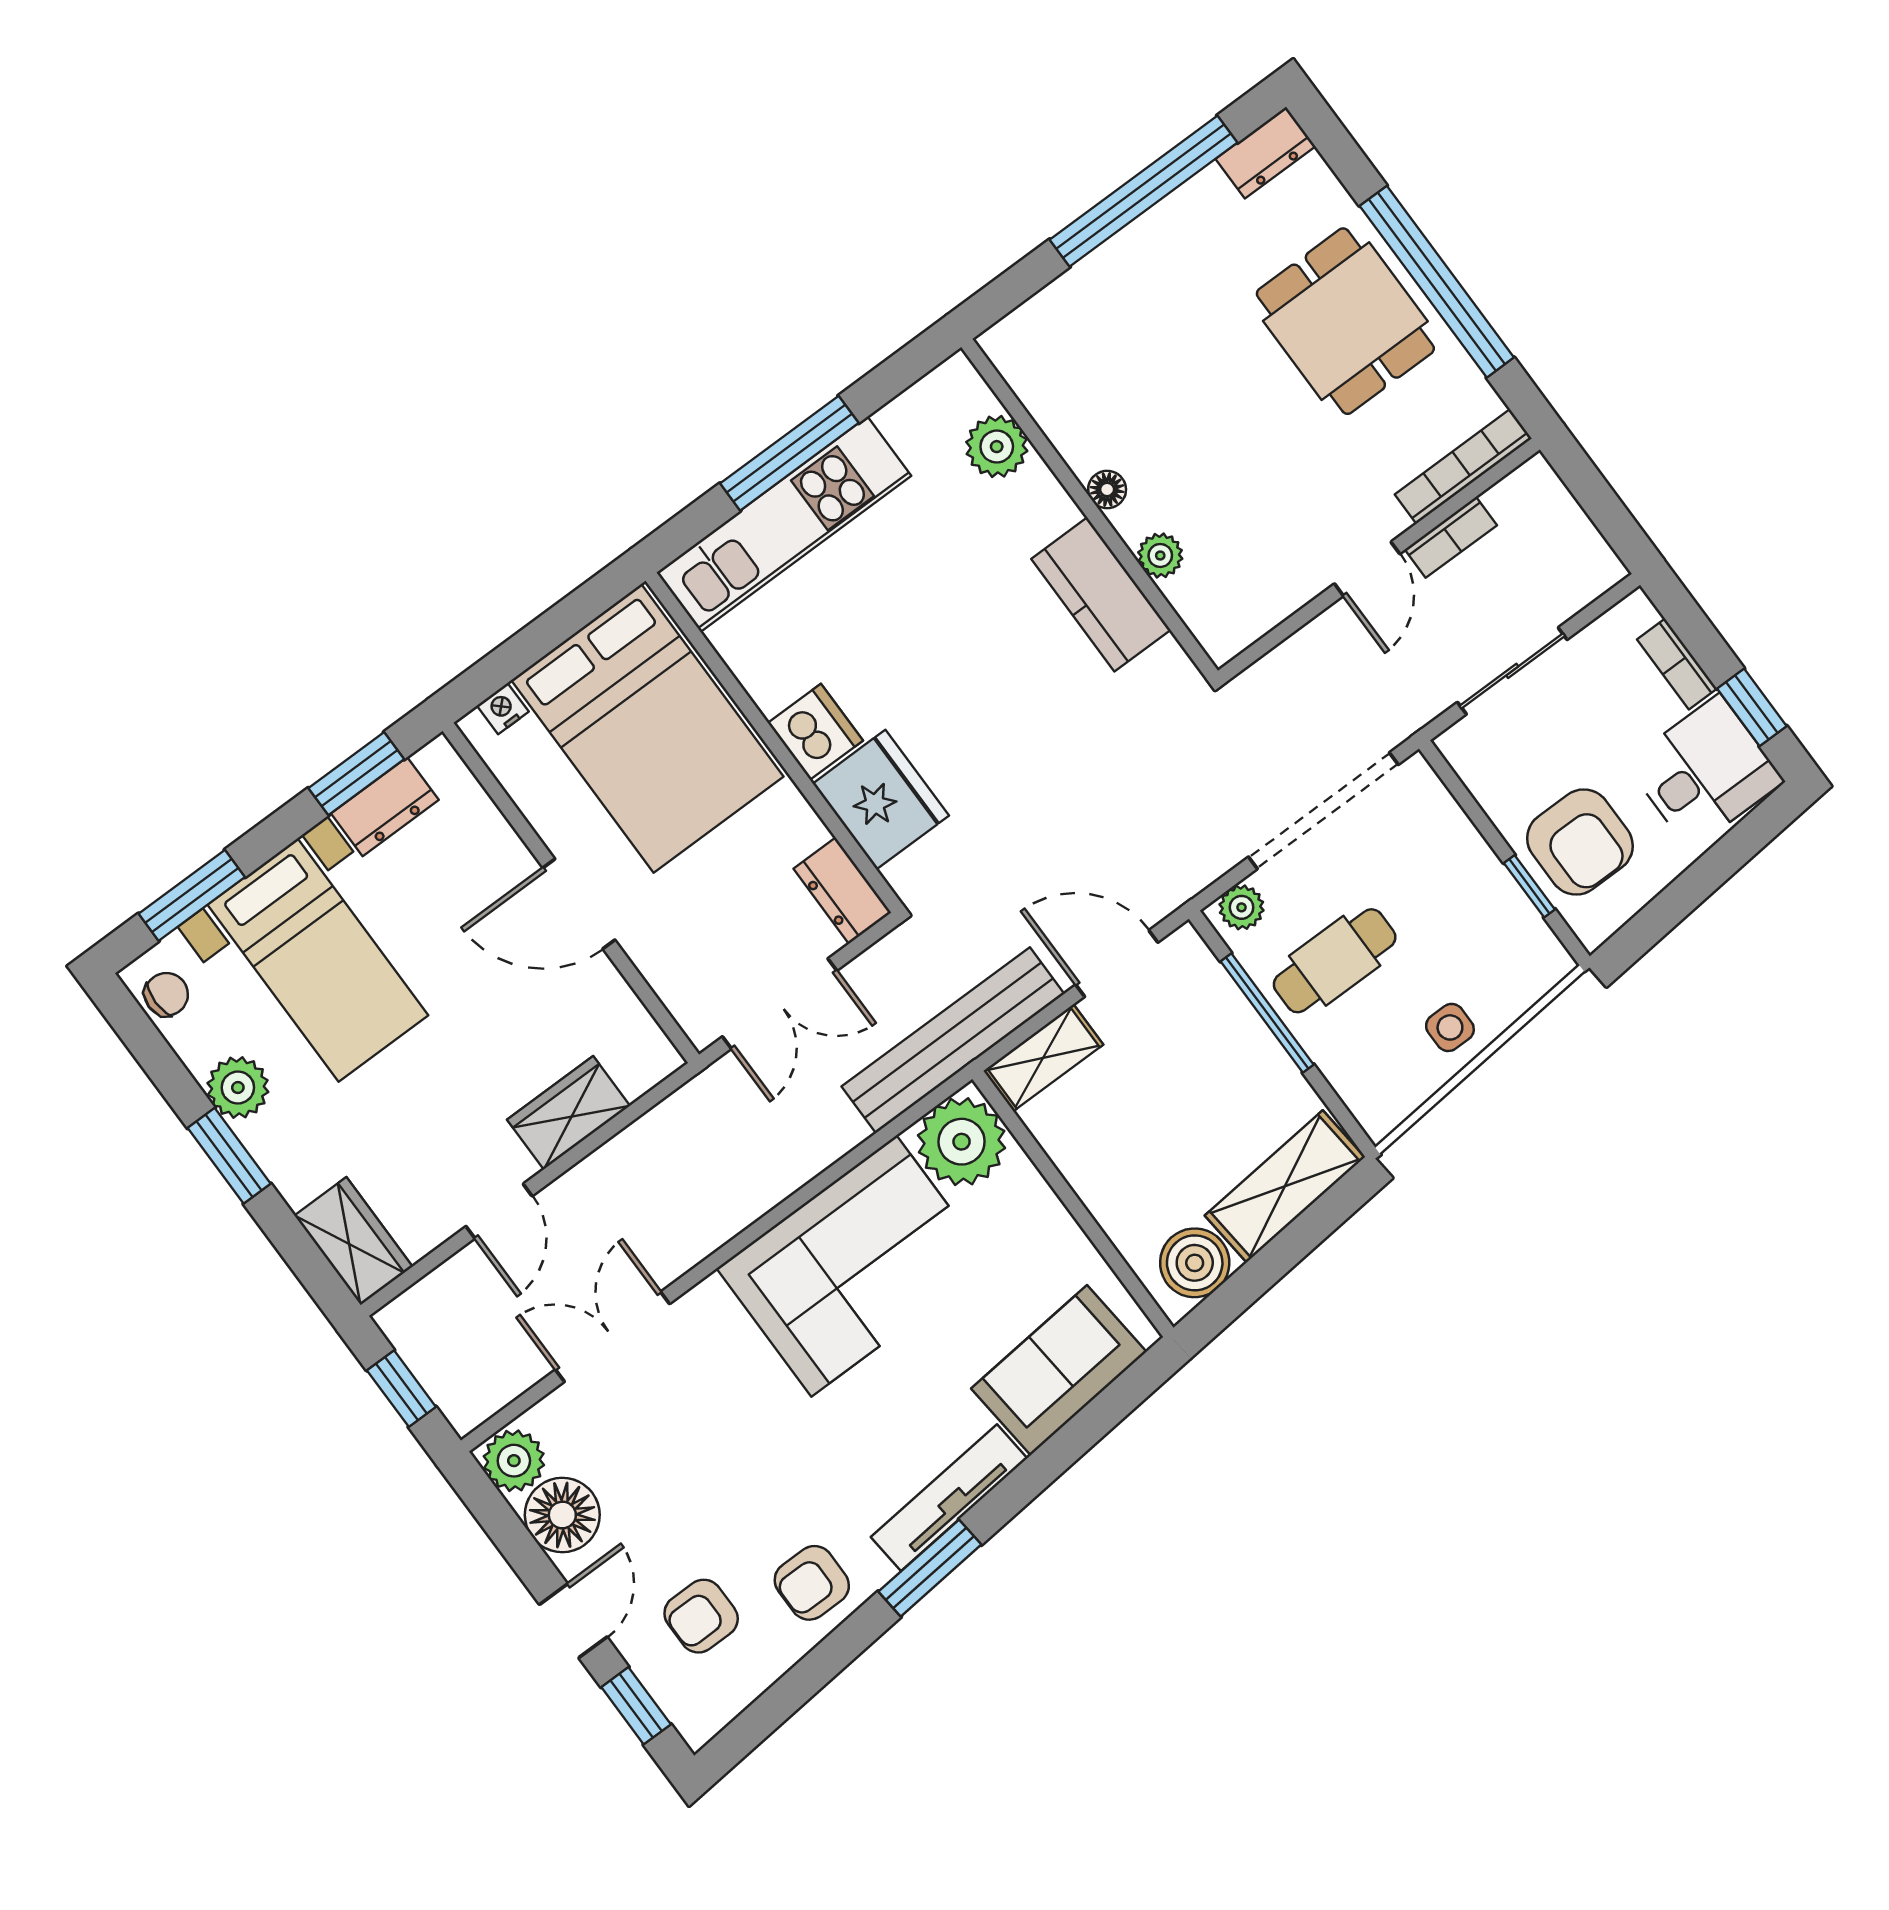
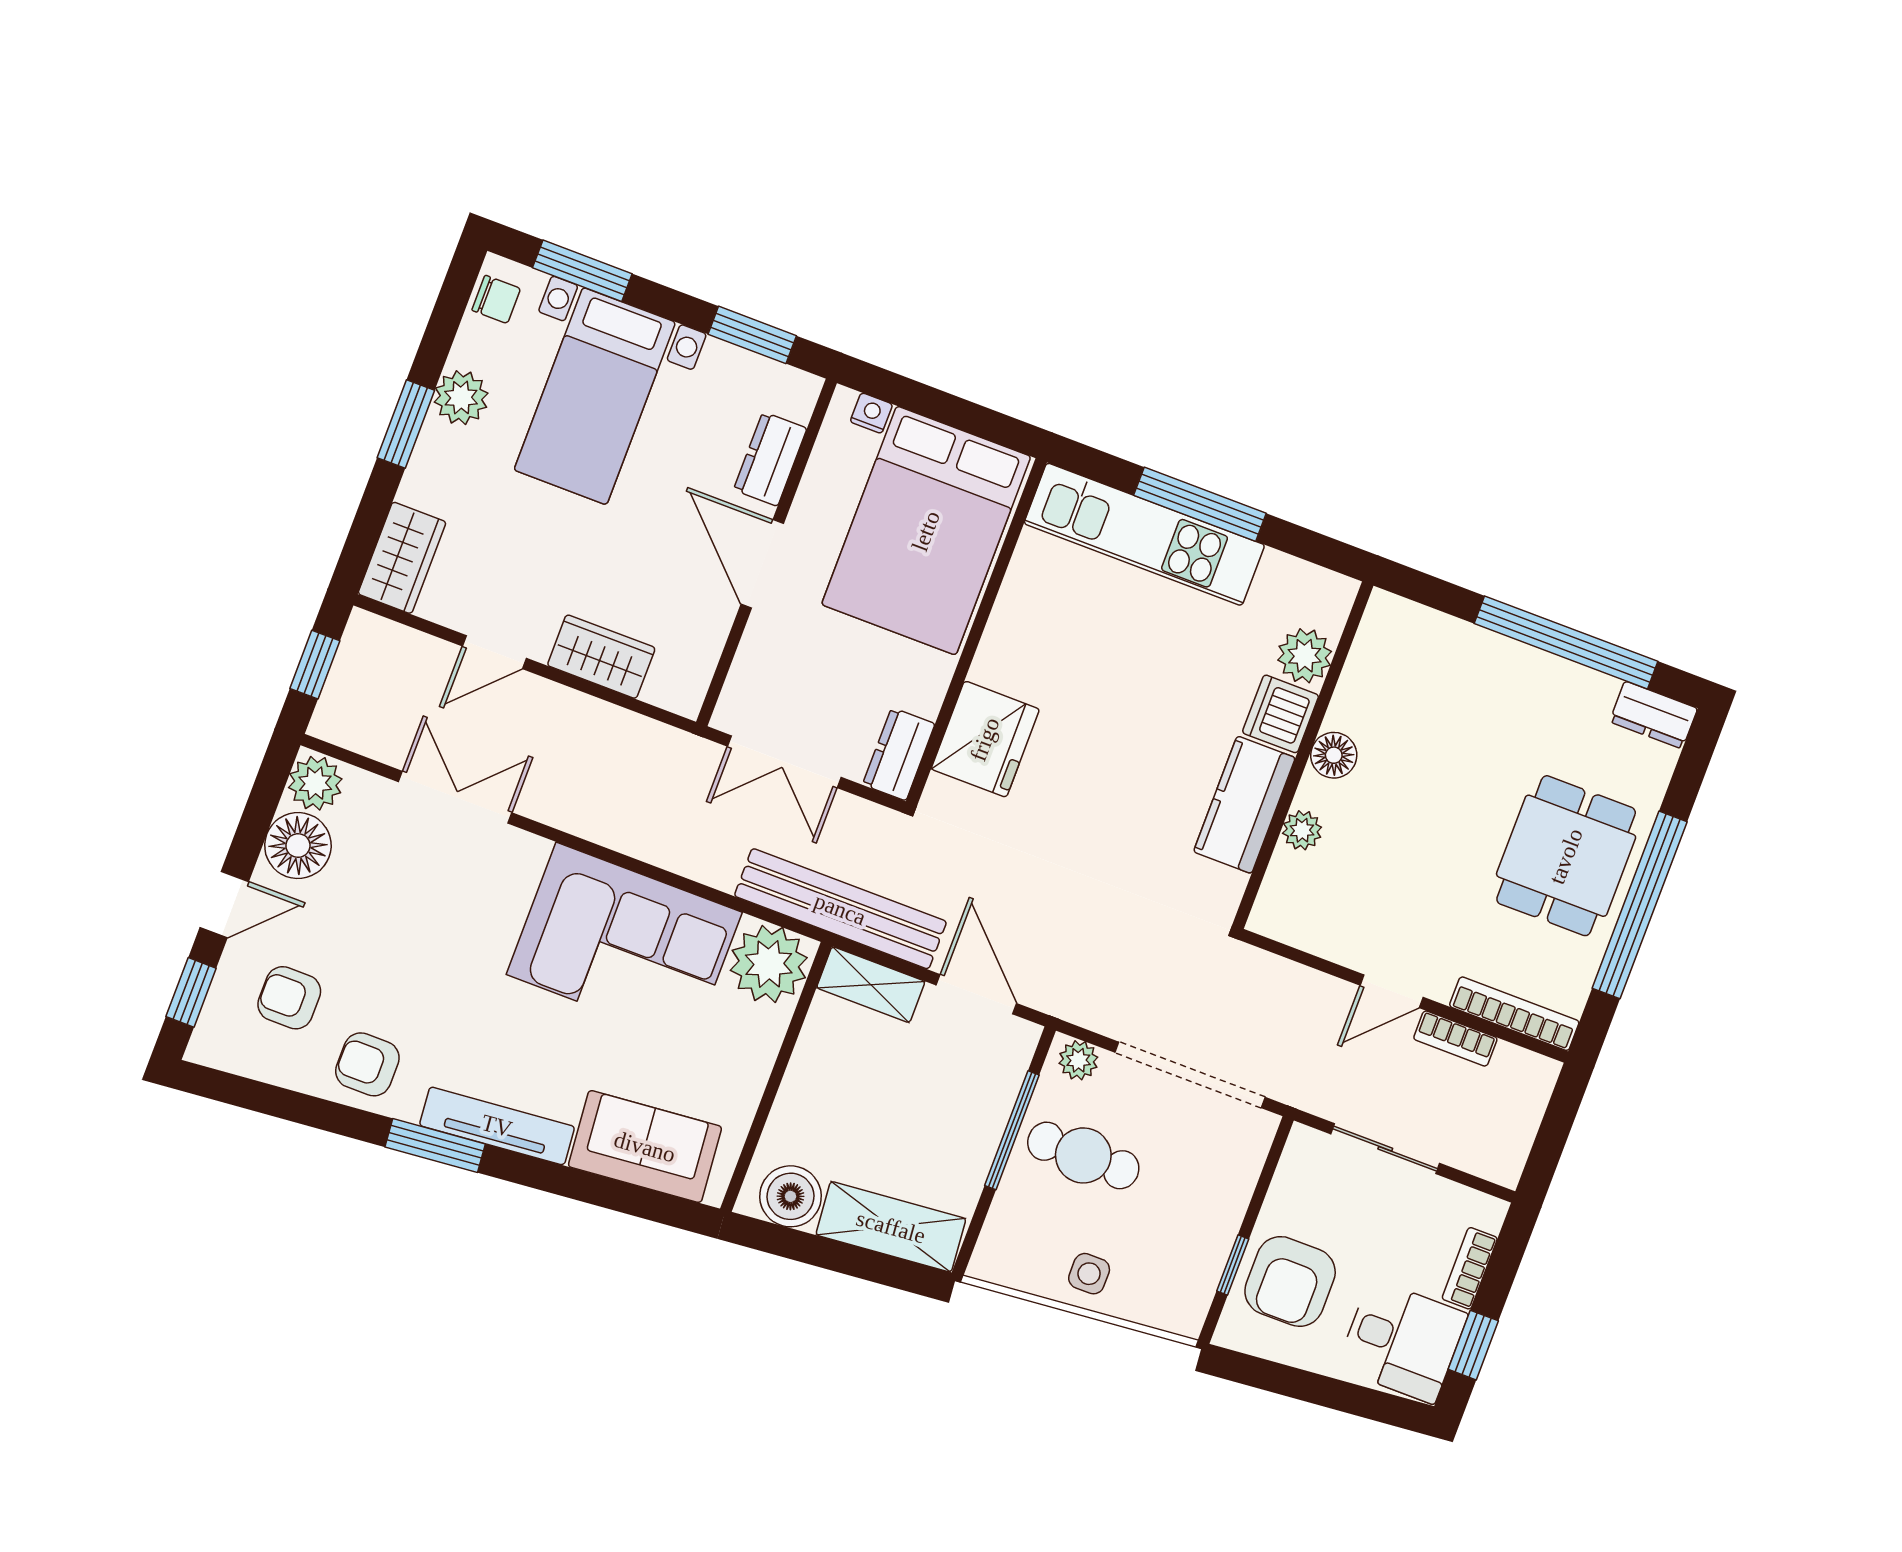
floor lamp: (1107, 489) -> (1334, 755), width x1.37, depth x1.37
dishwasher: (815, 732) -> (1281, 714), moved, turned 180
dresser: (385, 807) -> (770, 459), moved, turned 90

